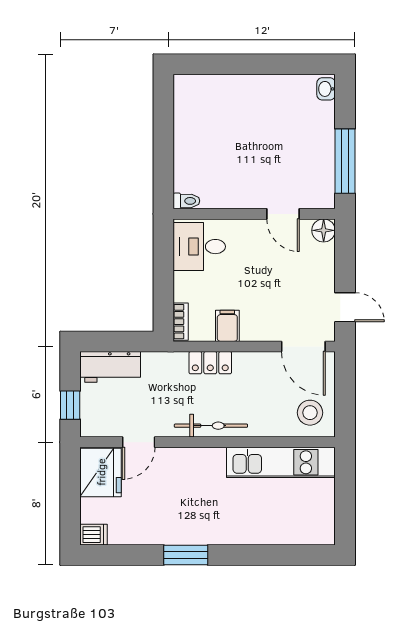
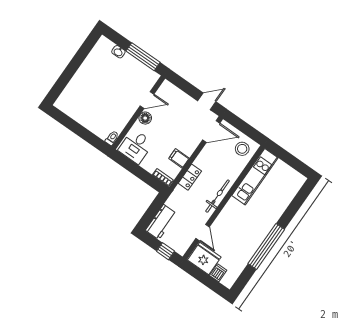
washbasin: (326, 89) -> (118, 52), moved
floor lamp: (324, 230) -> (145, 118), moved
dishwasher: (94, 535) -> (218, 273), moved
window: (186, 555) -> (266, 247), width x2.11

